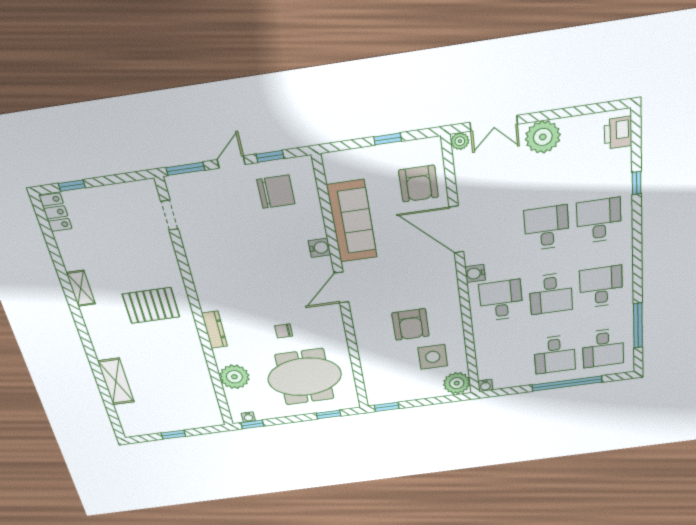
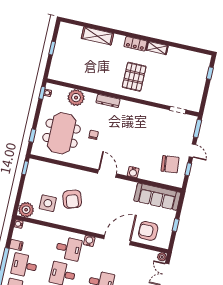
chair: (276, 192) -> (170, 164), turned -96
locker: (56, 212) -> (135, 44), moved
sofa: (352, 221) -> (157, 197), moved
armchair: (411, 324) -> (72, 199), turned -108
filing cabinet: (523, 377) -> (16, 245), added

